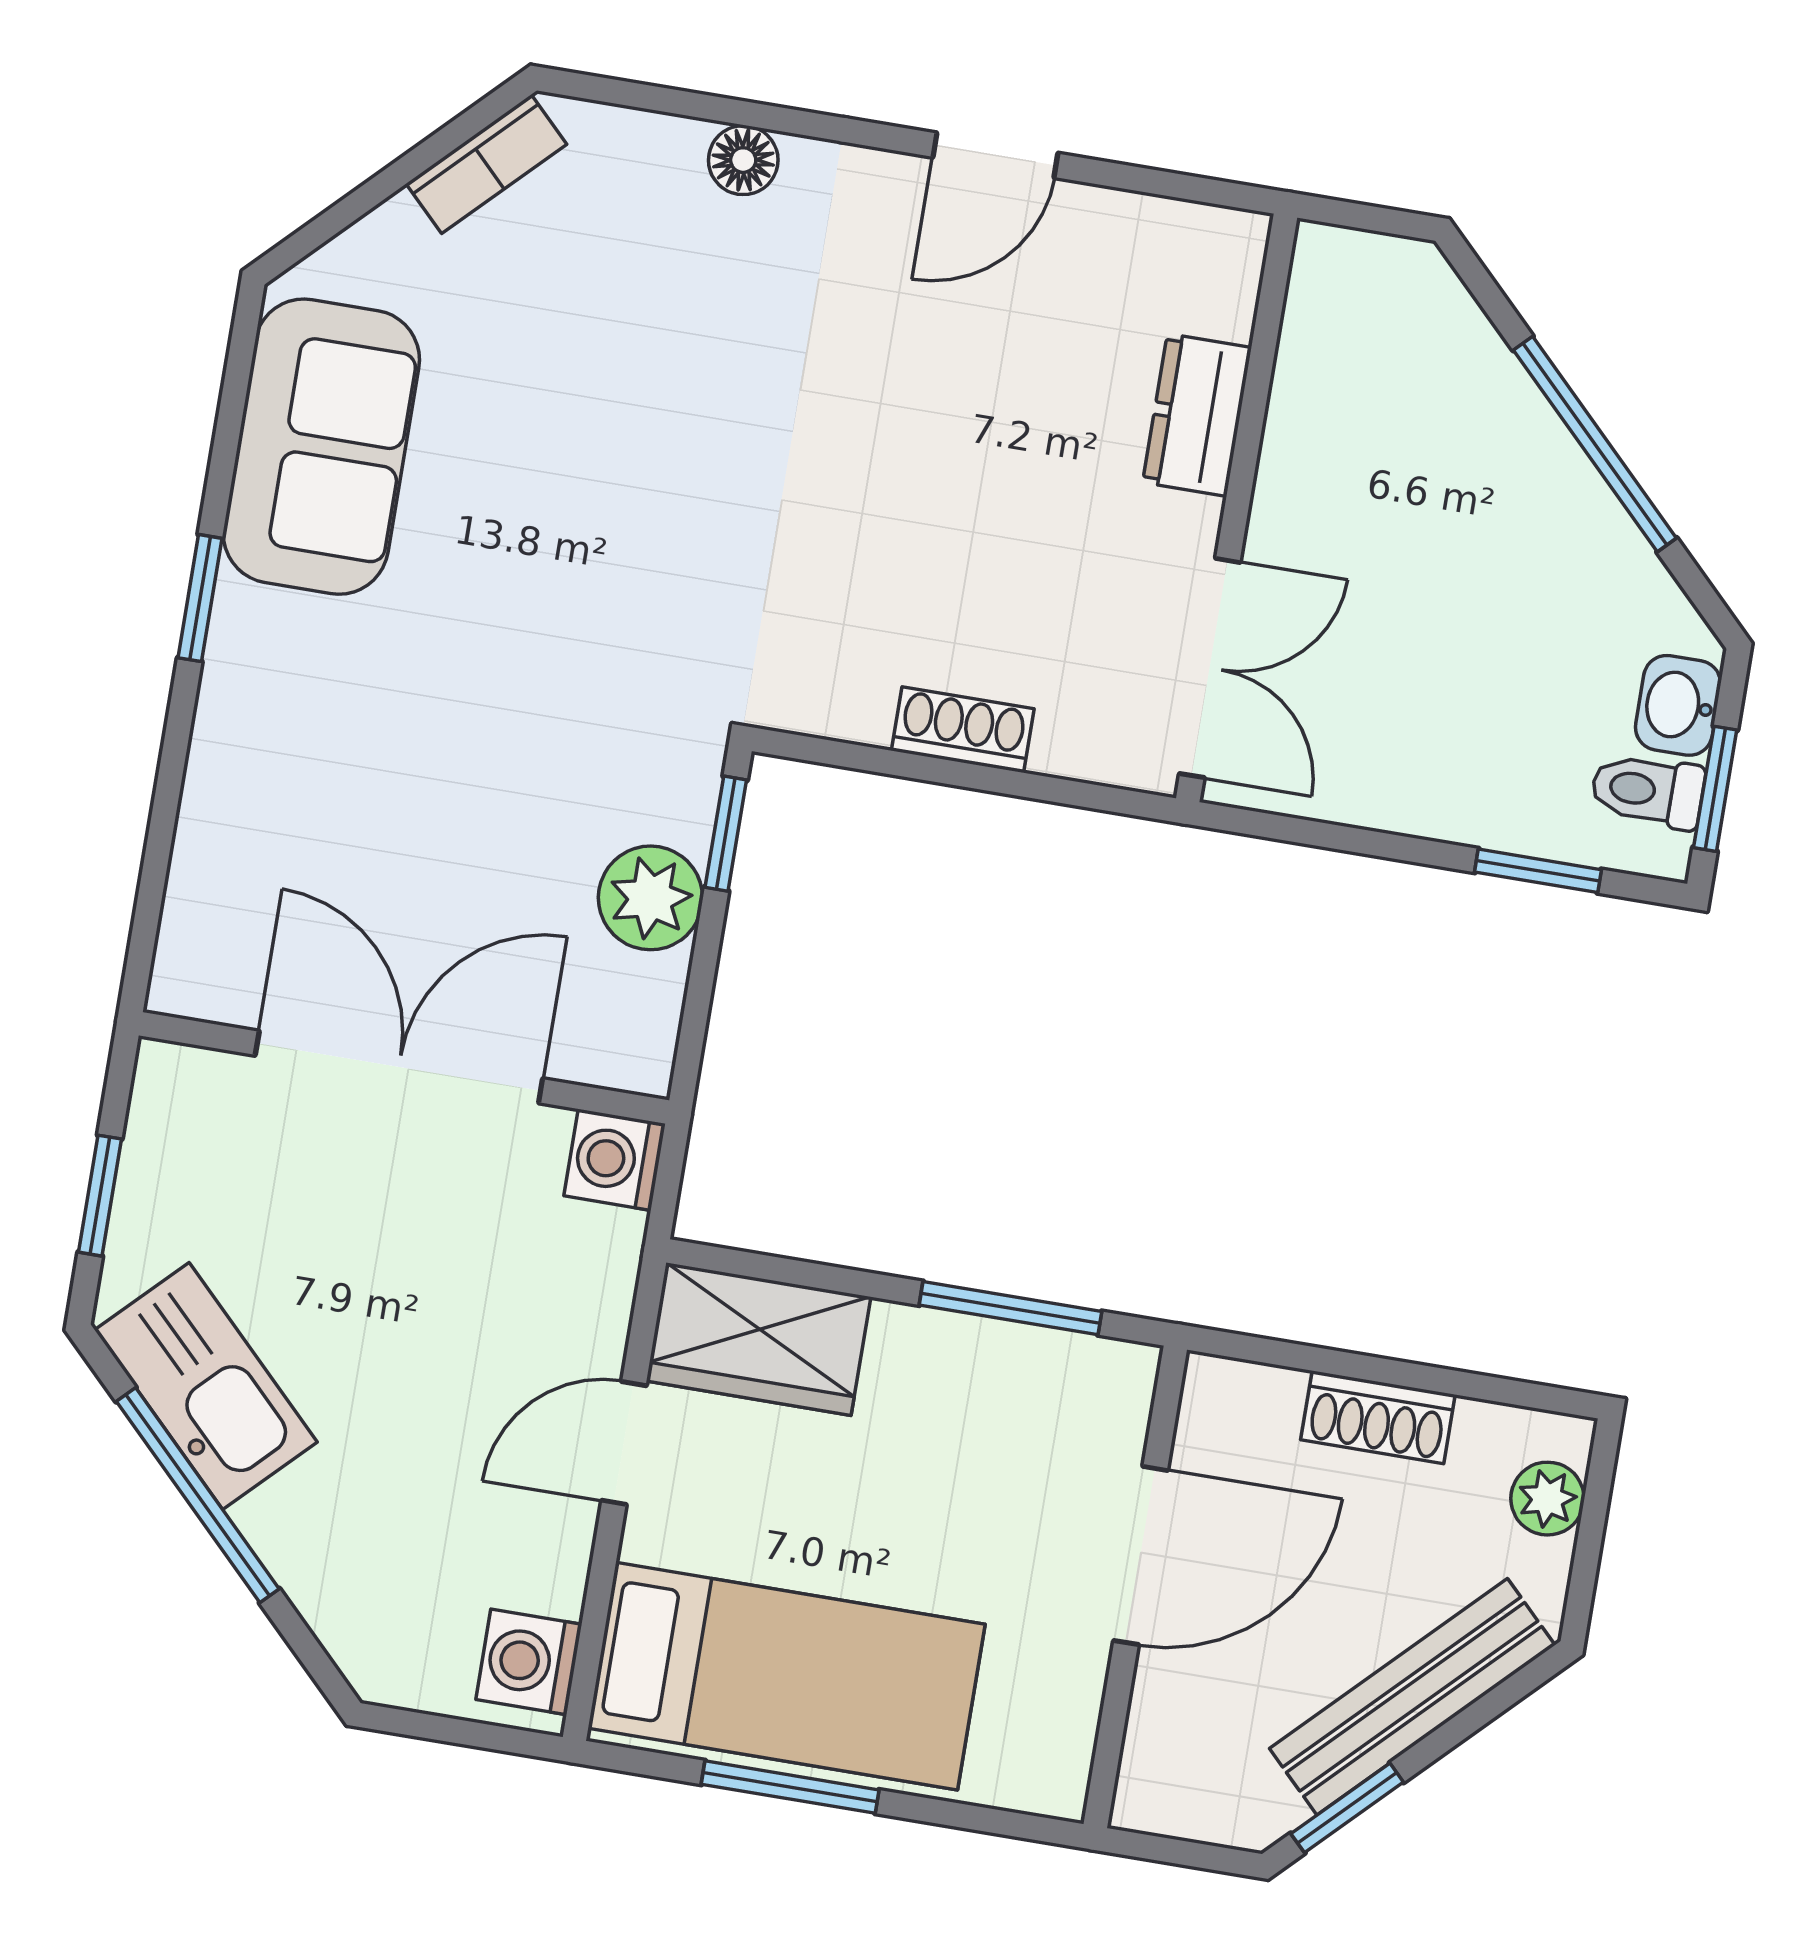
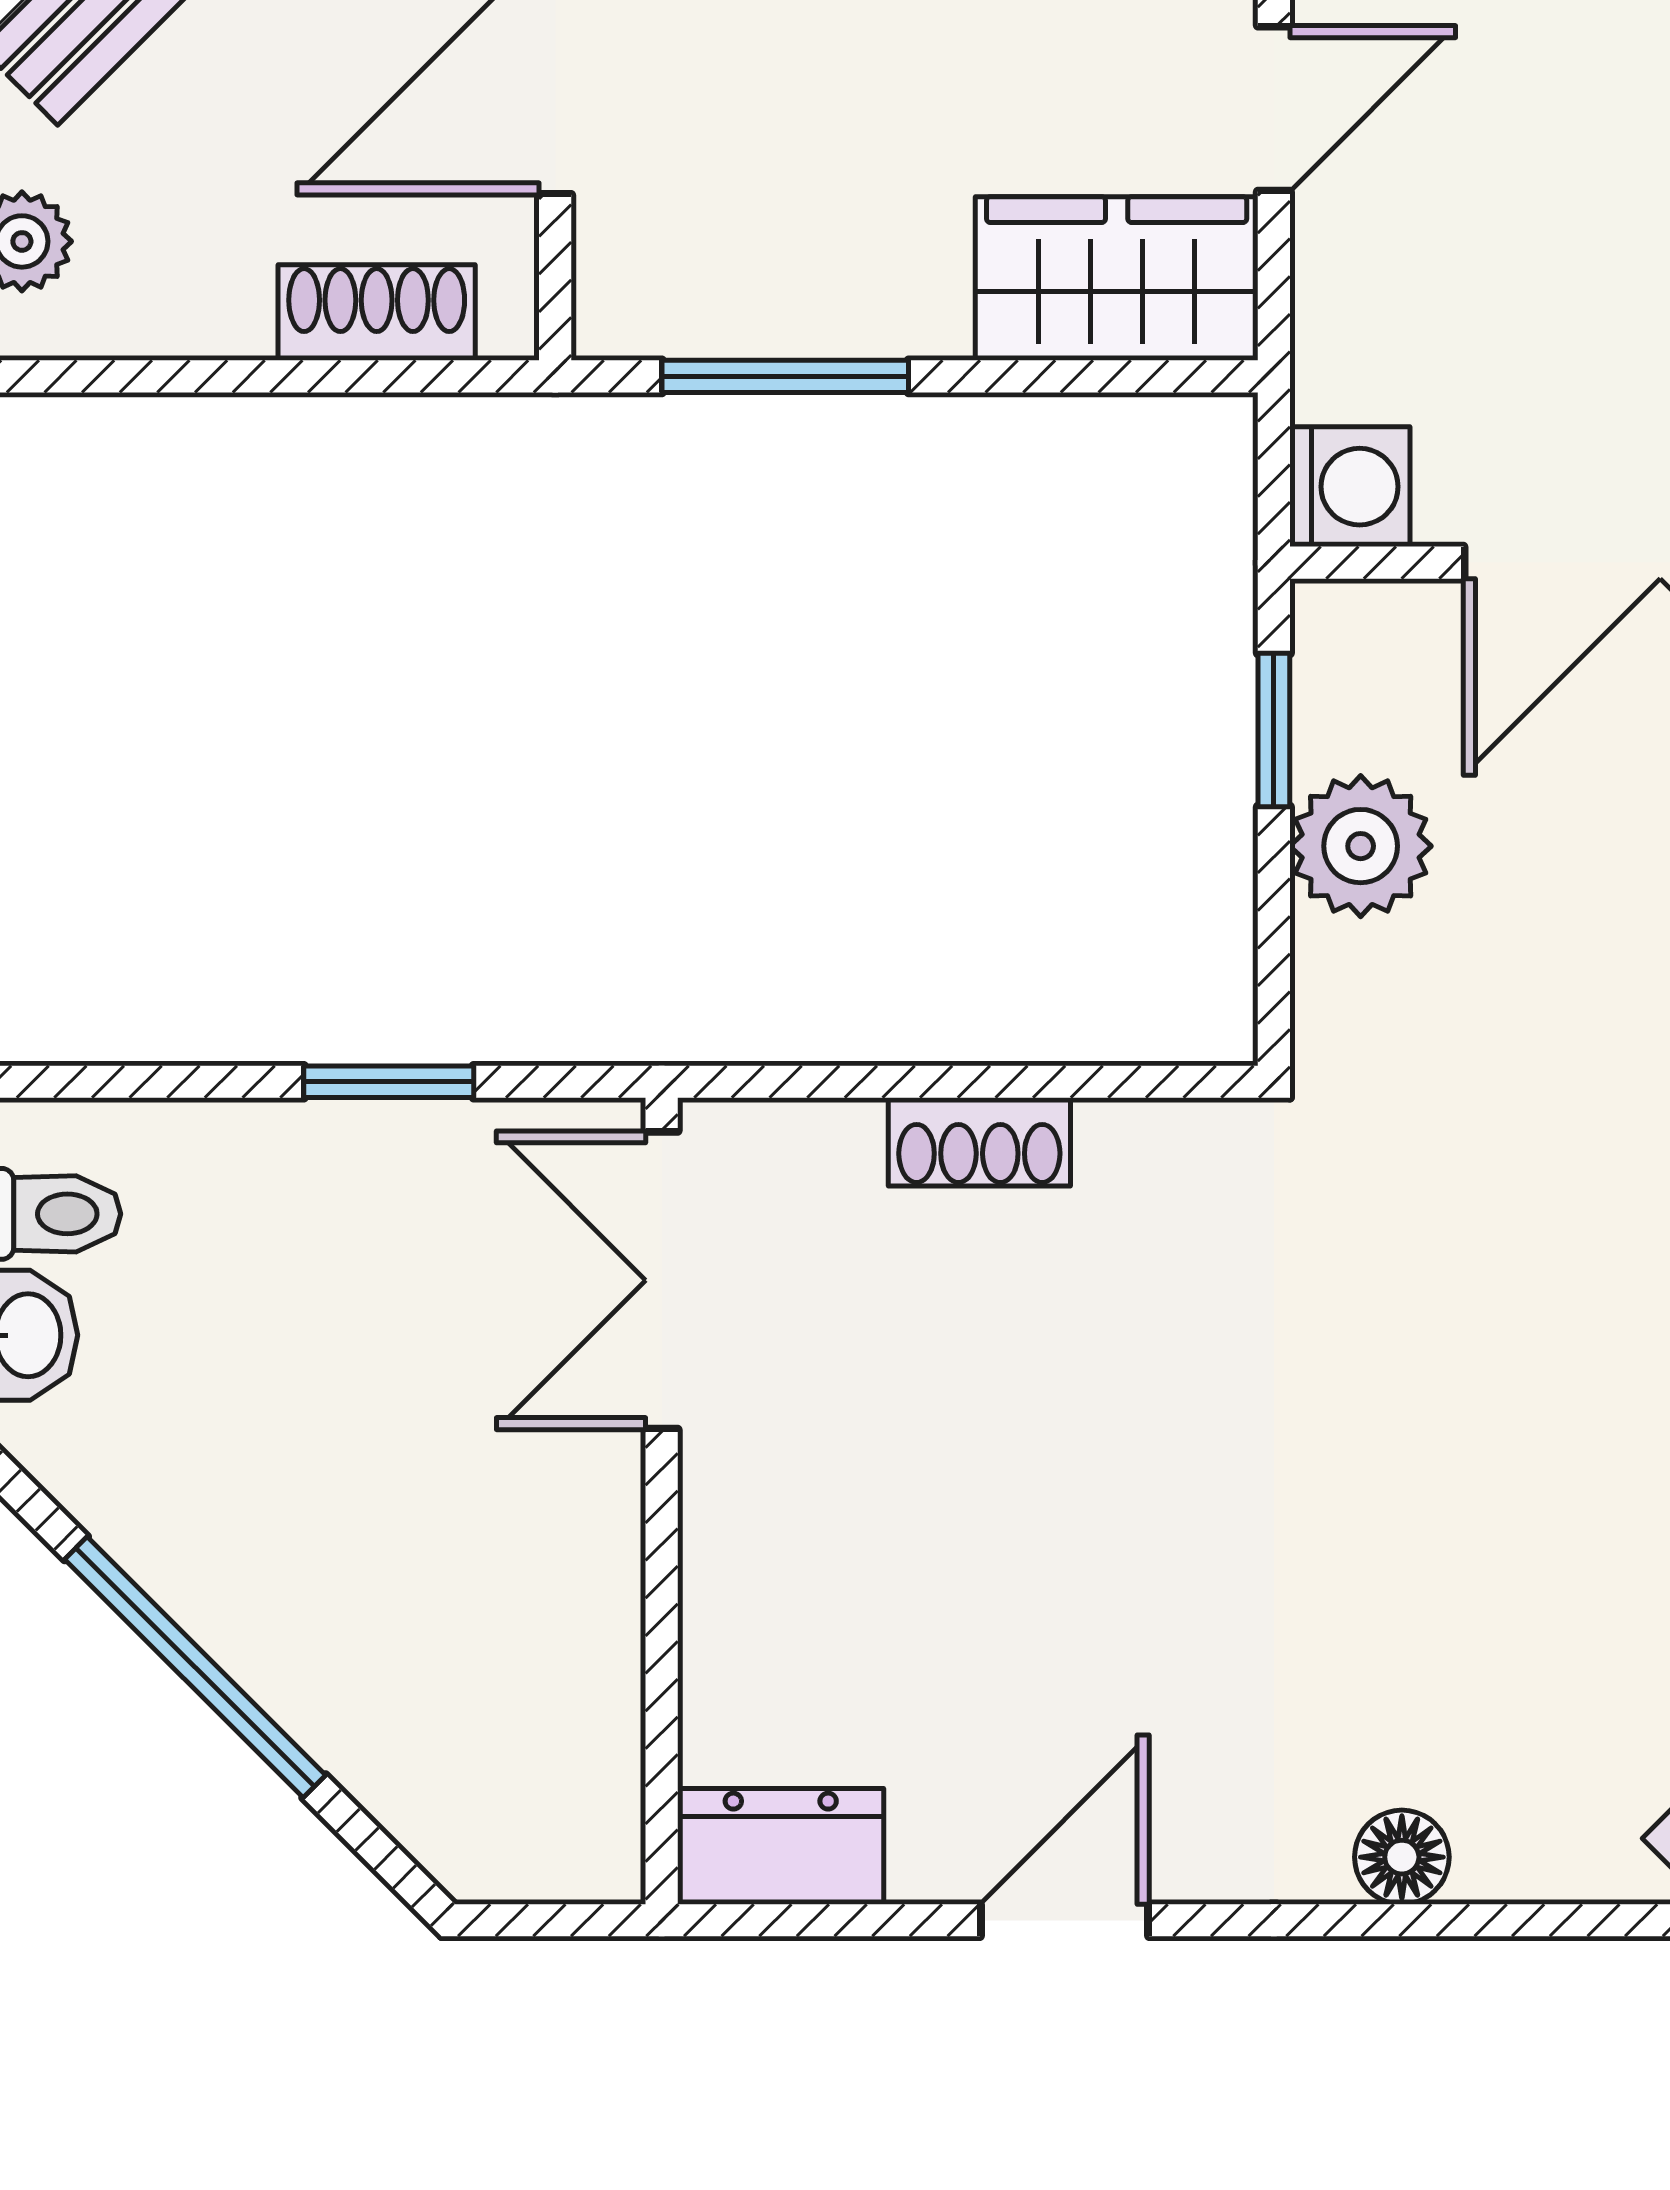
dresser: (1197, 415) -> (781, 1846), moved, turned -90
window: (726, 834) -> (1274, 730), moved
window: (1538, 871) -> (389, 1082), moved
shoe rack: (1378, 1417) -> (377, 313), moved

